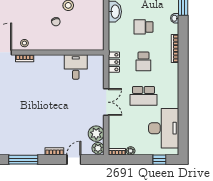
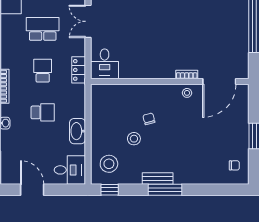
desk: (76, 67) -> (105, 64), moved

